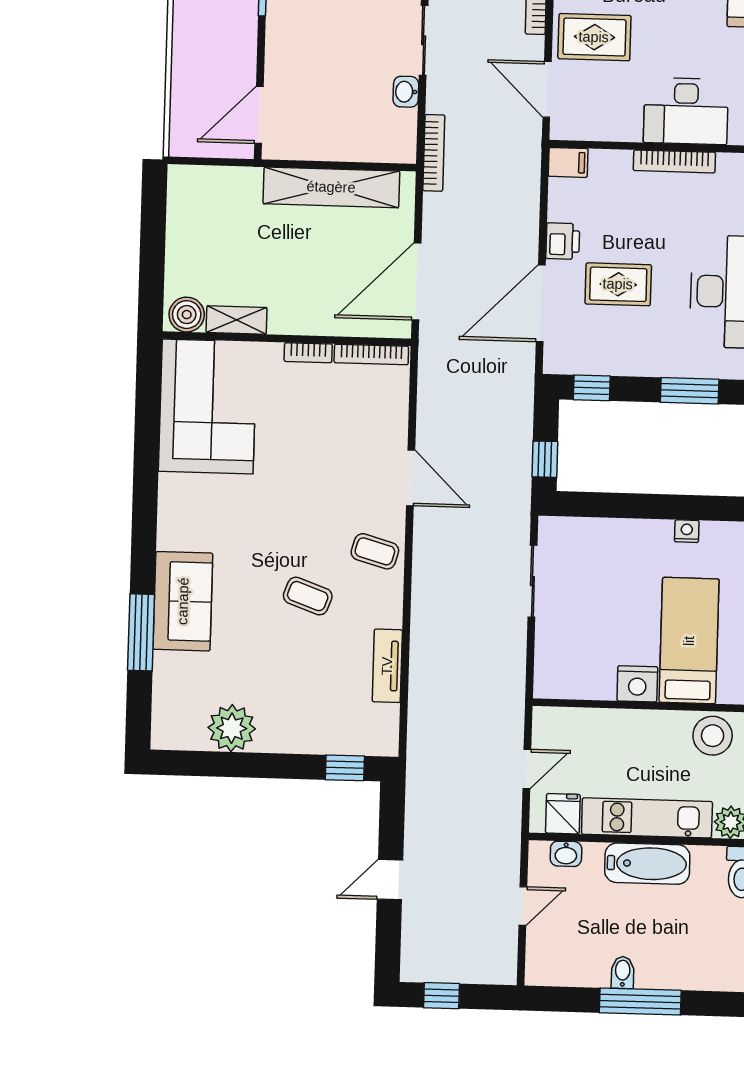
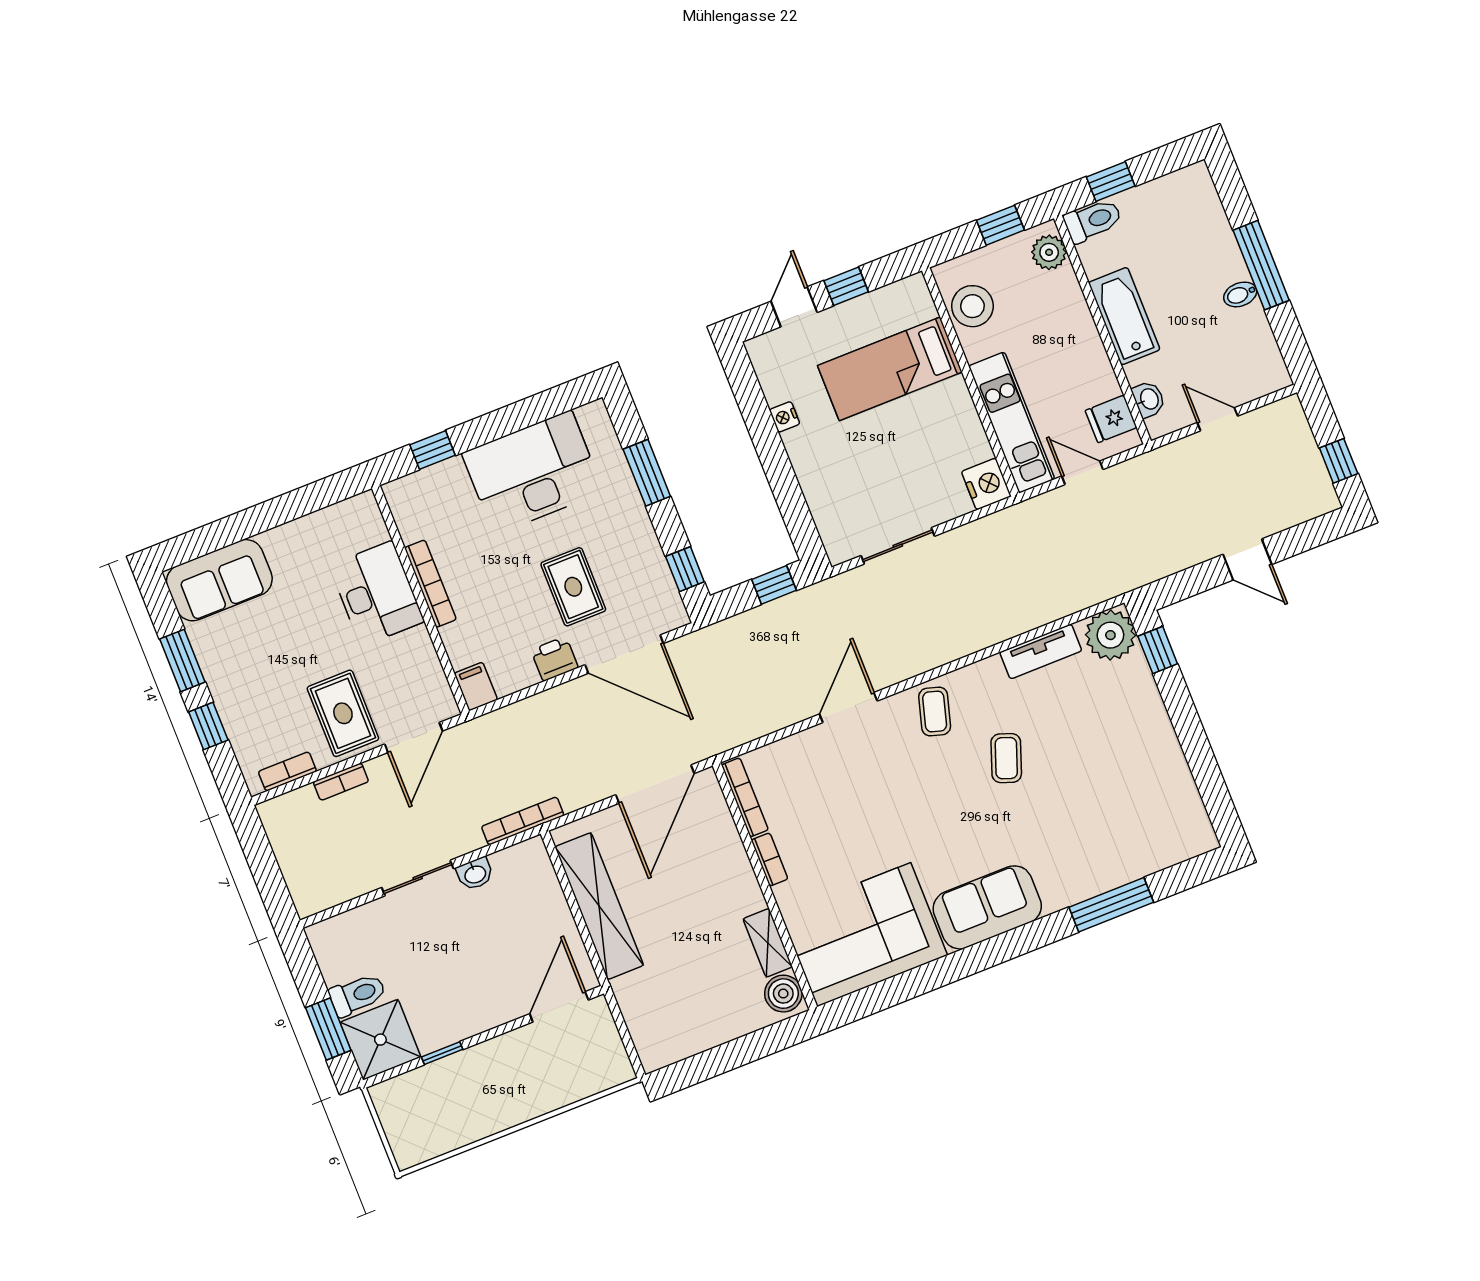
door: (259, 115) -> (559, 1007), swing flipped
door: (416, 282) -> (655, 784), hinge flipped
sofa: (183, 601) -> (987, 907), moved
nightstand: (637, 684) -> (986, 484), moved
plant: (232, 728) -> (1110, 635), moved
kitchen unit: (647, 818) -> (1012, 423), moved, turned 180

